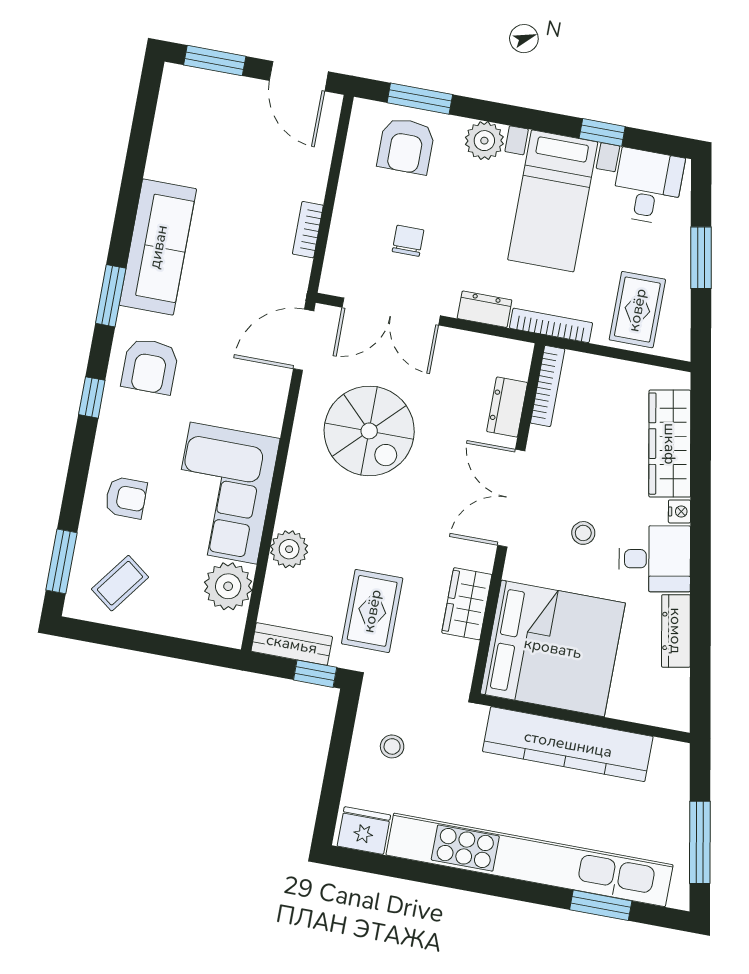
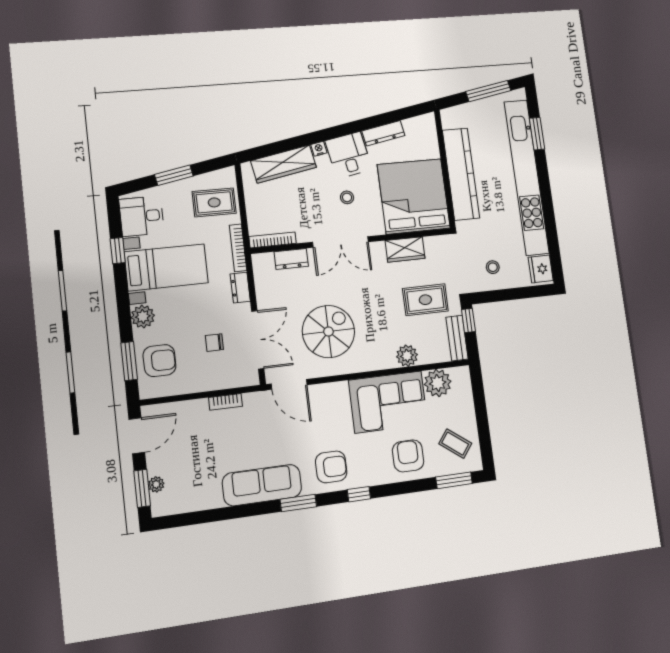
plant: (214, 84) -> (156, 484), added
armchair: (126, 498) -> (408, 456), width x1.38, depth x1.38

